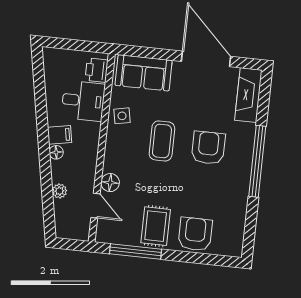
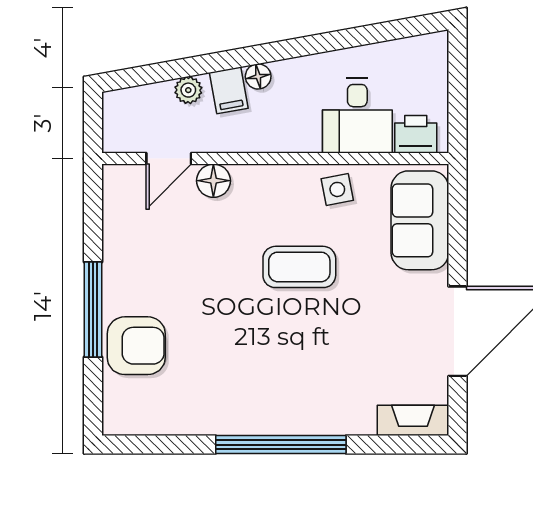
fireplace: (248, 95) -> (413, 420), width x0.73, depth x0.76
filing cabinet: (59, 135) -> (229, 90), moved
armchair: (208, 148) -> (296, 353), removed
rug: (156, 226) -> (143, 272), removed
window: (135, 251) -> (93, 310), moved

